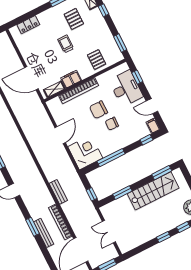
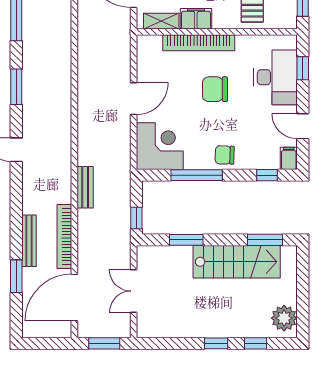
chair: (112, 124) -> (225, 155), moved
window: (32, 227) -> (16, 276), moved

